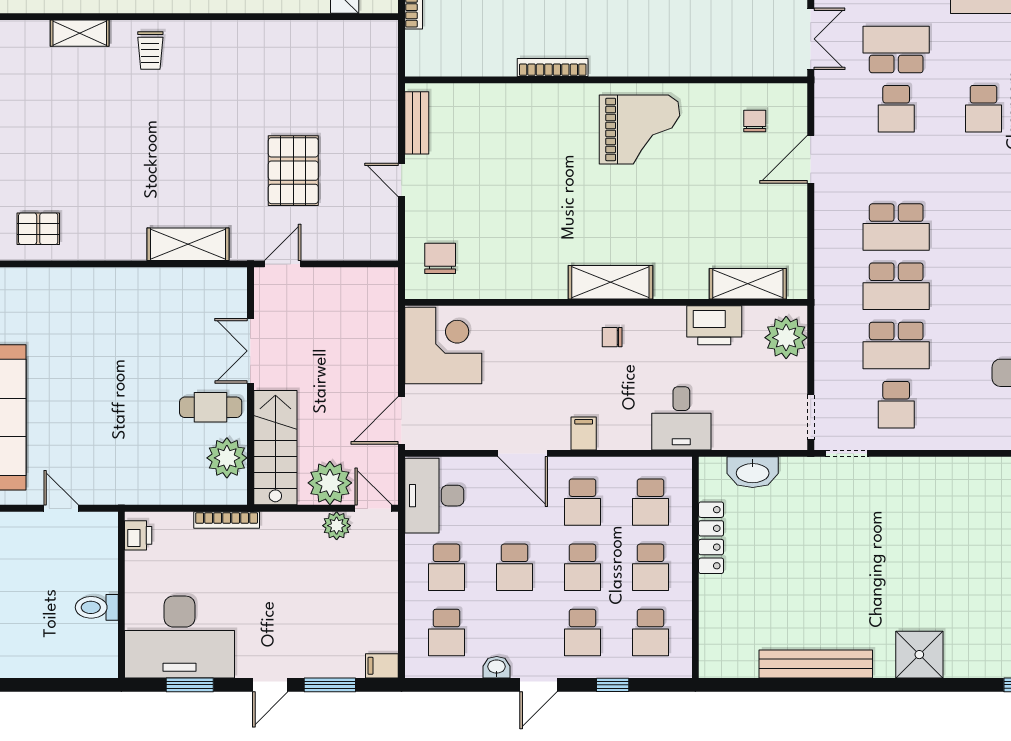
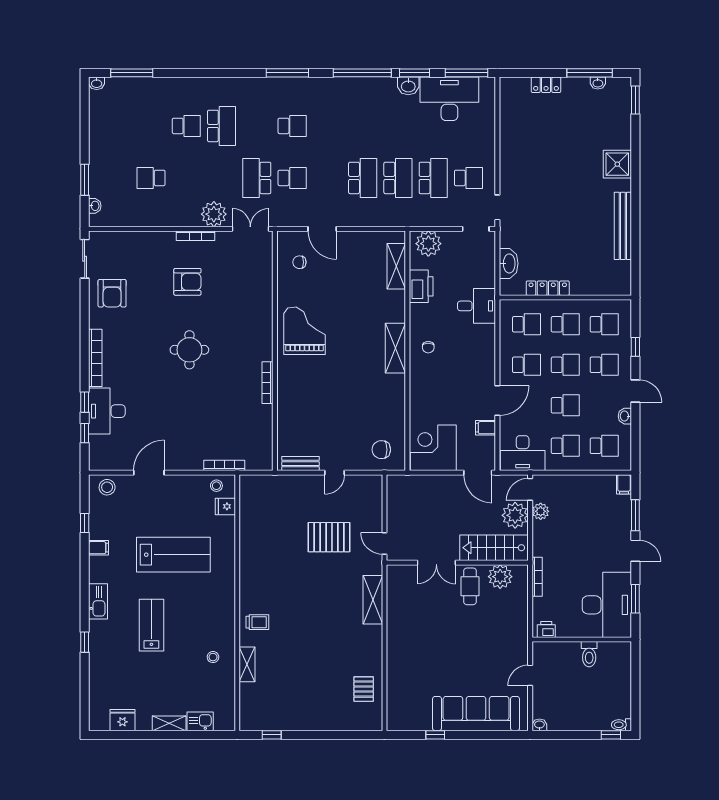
filing cabinet: (584, 433) -> (486, 428), moved

